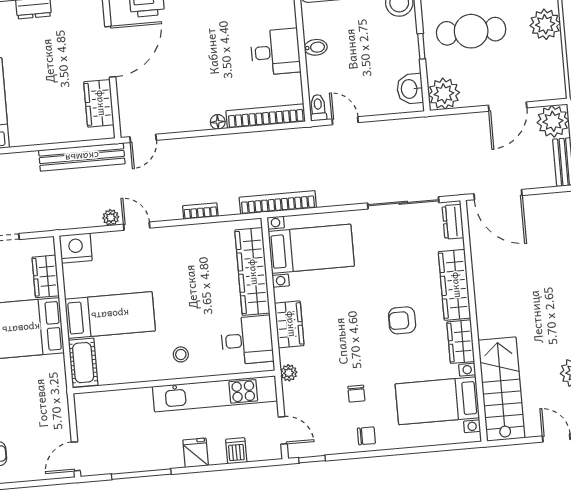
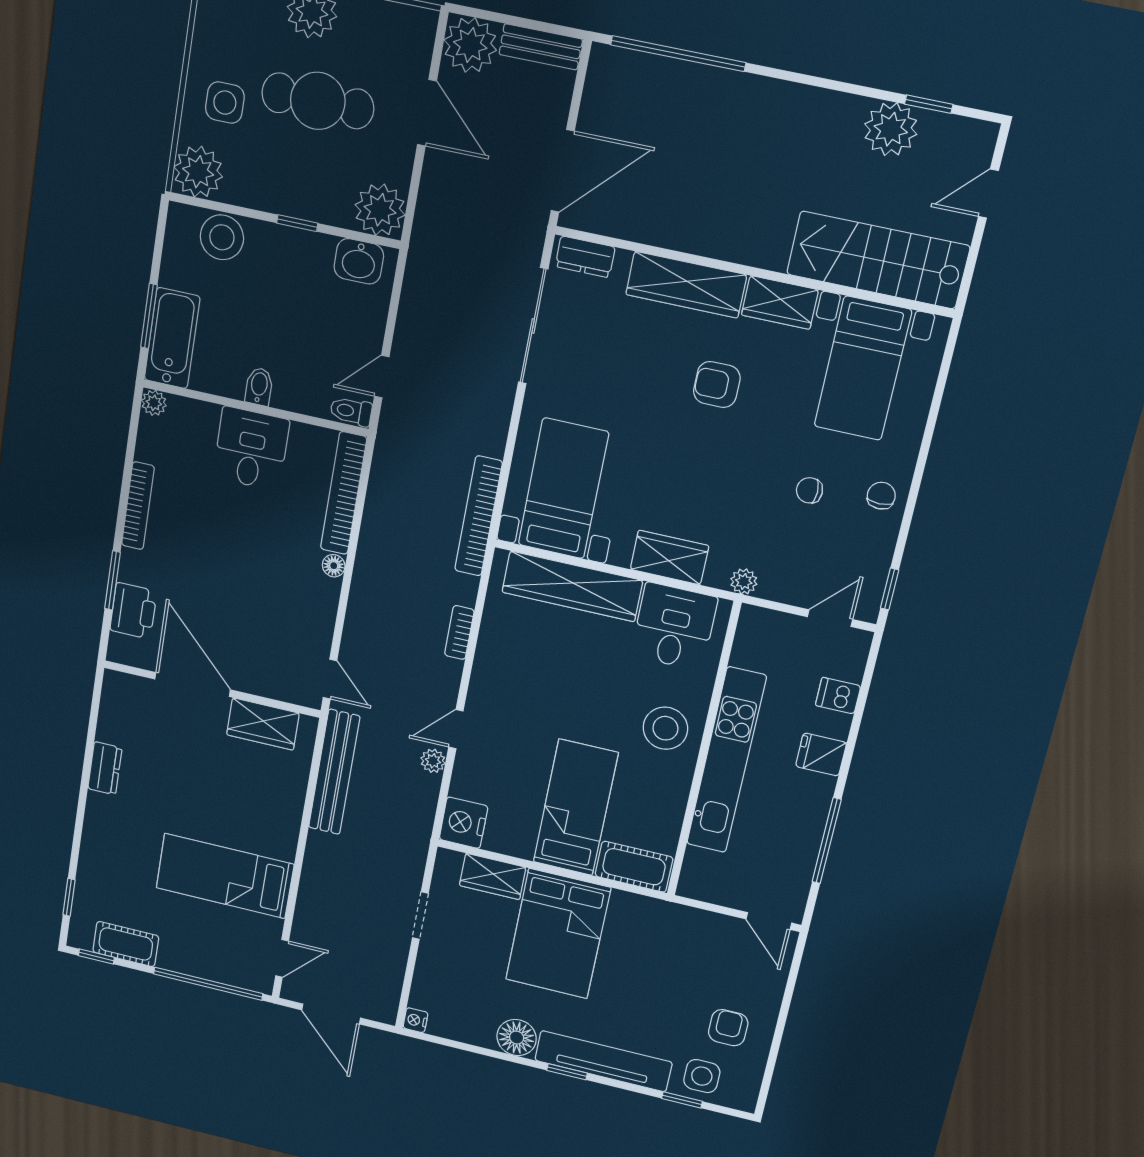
cafe table: (471, 31) -> (318, 101), moved, turned 90
armchair: (402, 320) -> (717, 384), turned 90
stool: (181, 354) -> (665, 728), width x1.89, depth x1.89
kitchen unit: (215, 394) -> (726, 760), moved
chair: (356, 394) -> (809, 490), turned 180

